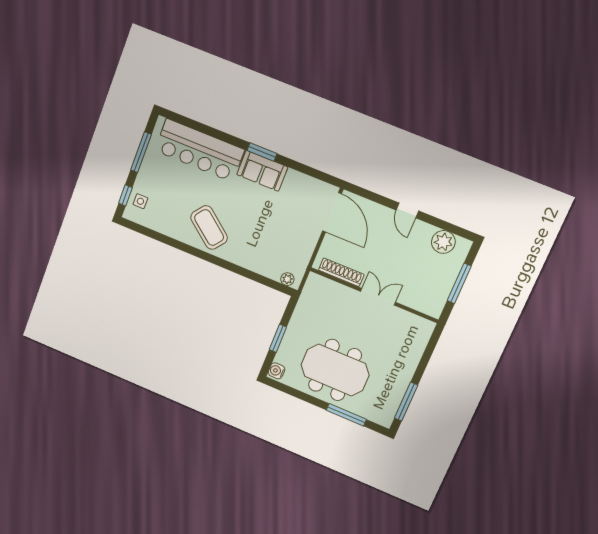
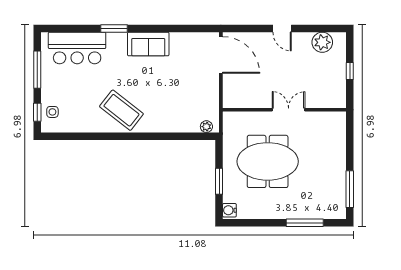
bar counter: (199, 150) -> (77, 48), width x0.73
window: (262, 152) -> (114, 29), moved
shoe rack: (341, 272) -> (249, 102), removed
window: (459, 283) -> (350, 71), width x0.46
meeting table: (335, 370) -> (268, 161), moved

